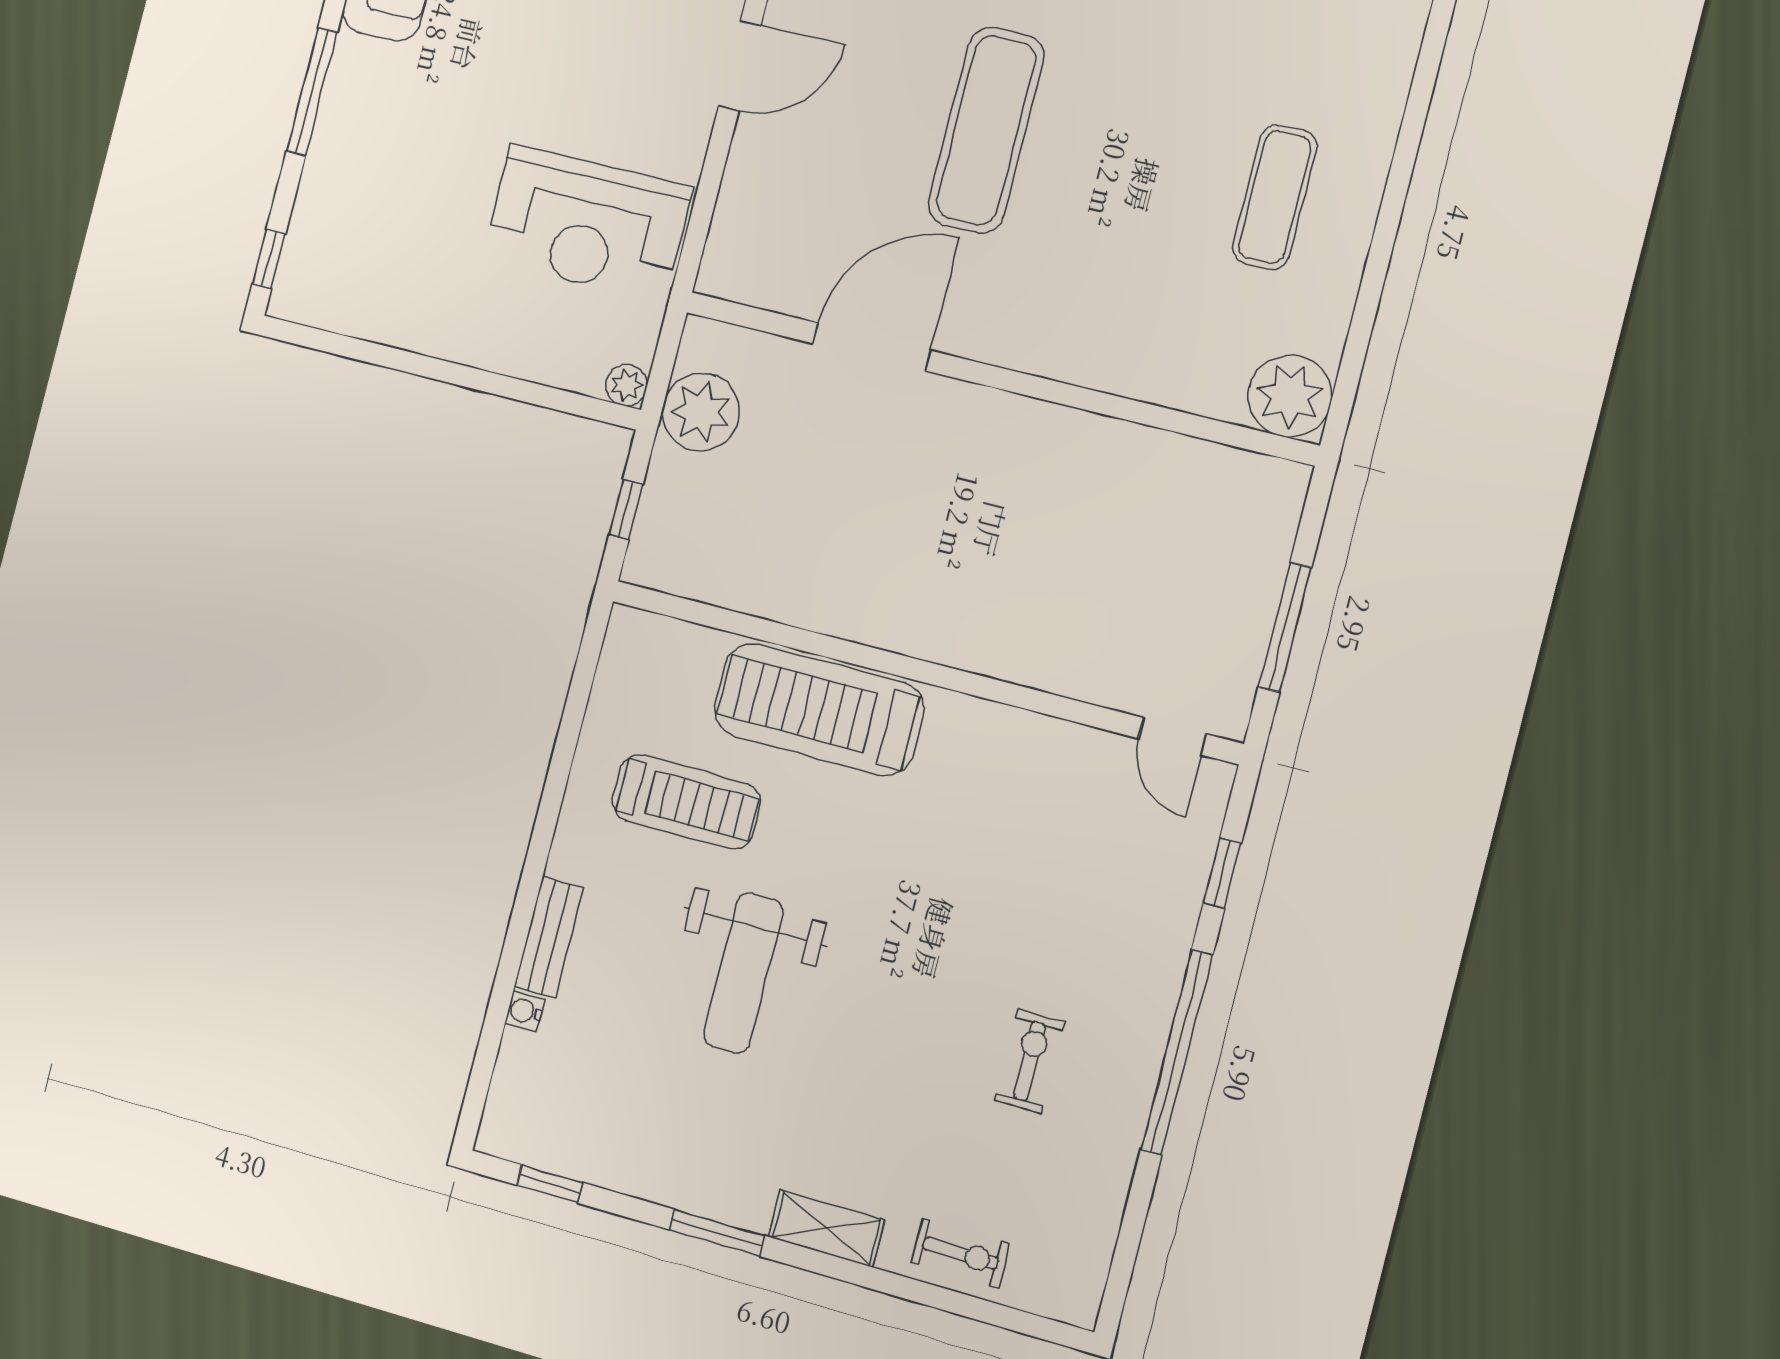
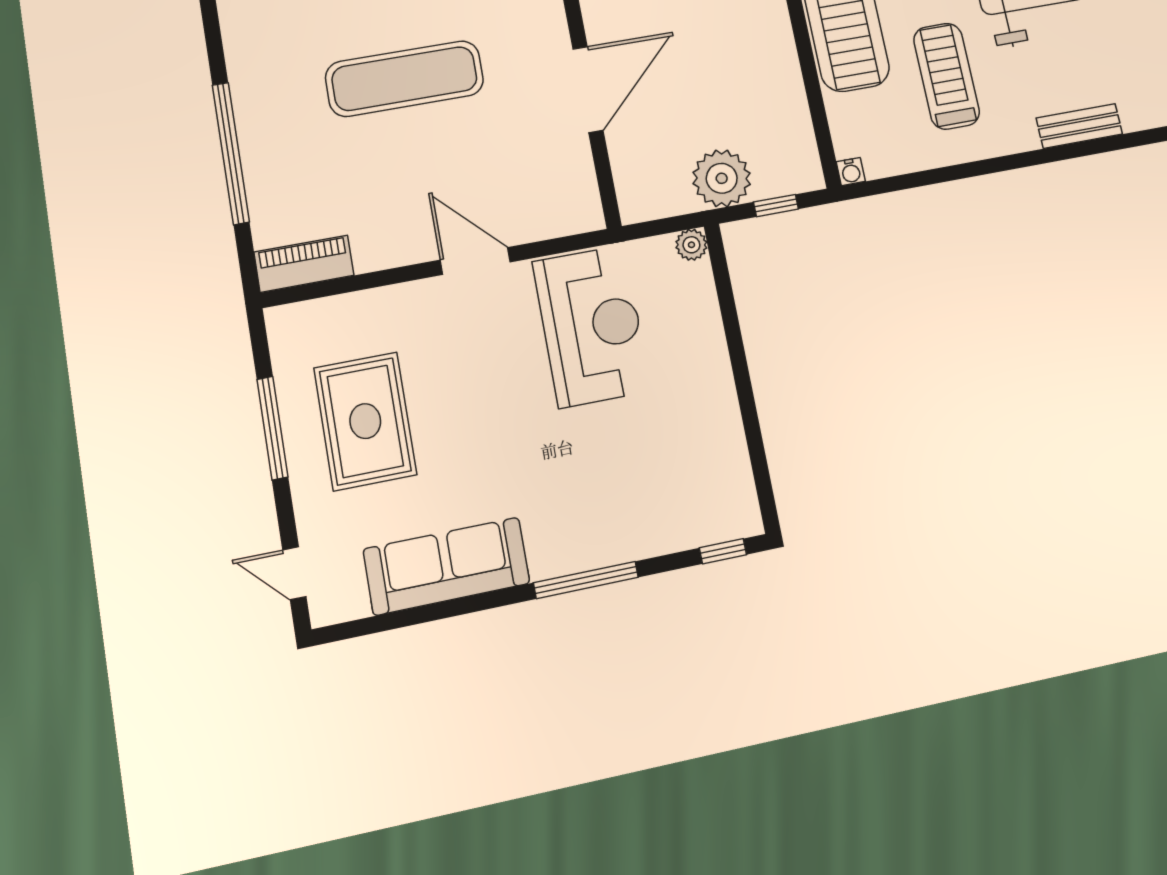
door: (740, 66) -> (475, 261), moved
door: (872, 347) -> (588, 90), swing flipped
plant: (701, 412) -> (722, 178), moved
water cooler: (525, 1011) -> (851, 172), moved

